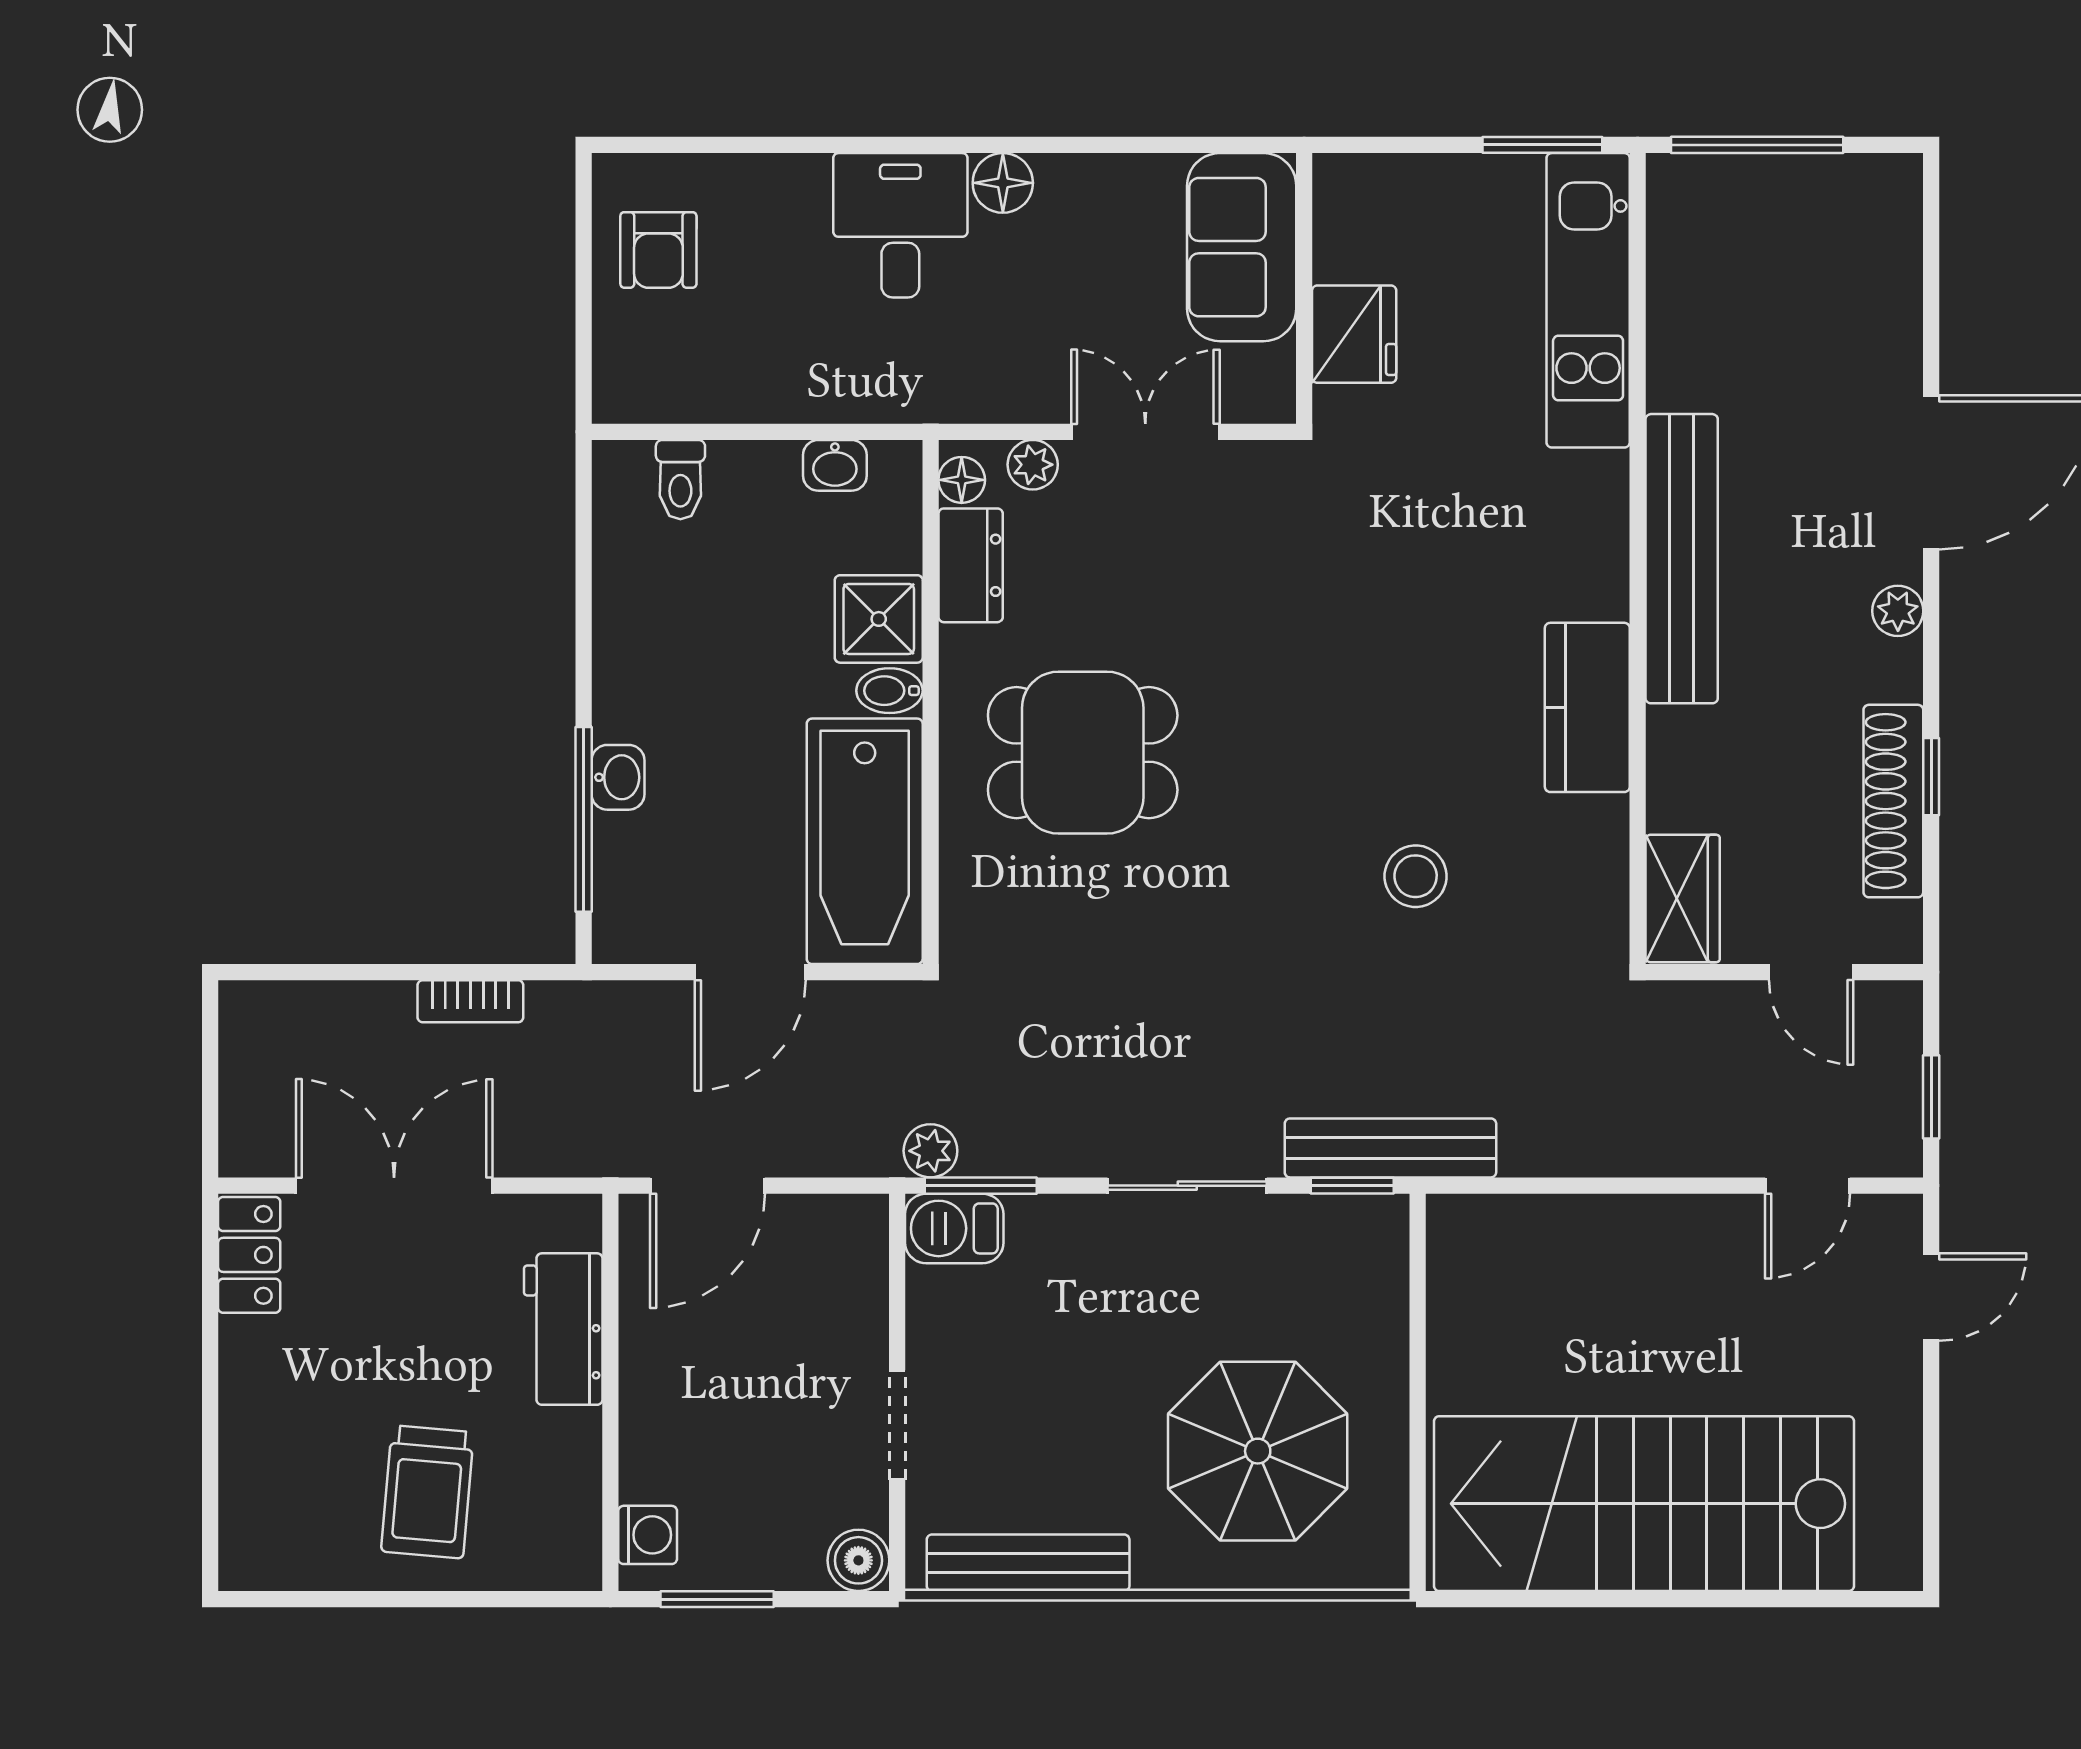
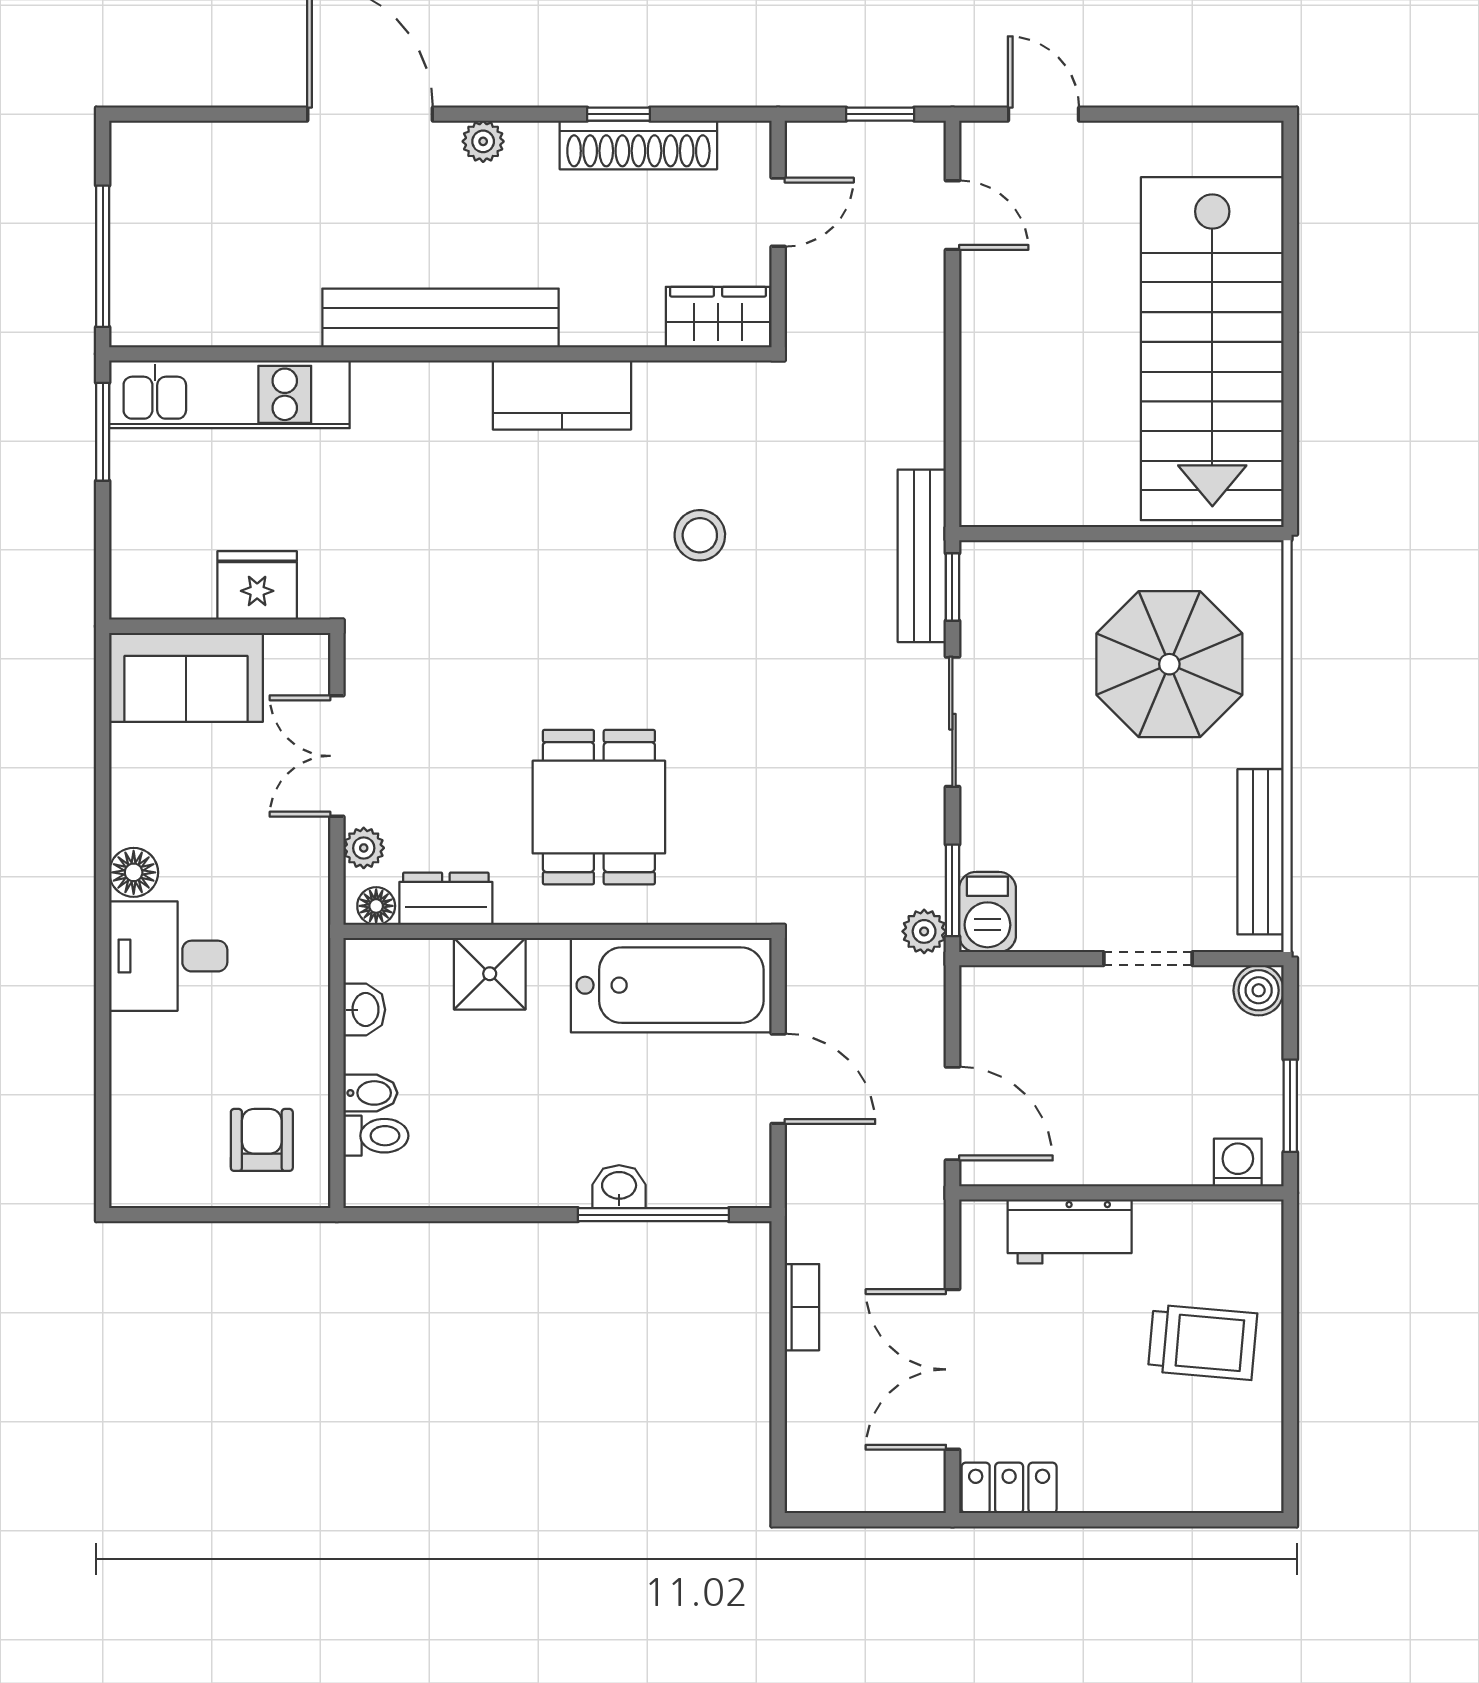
armchair: (658, 250) -> (262, 1140), moved, turned -90
bidet: (889, 691) -> (370, 1093), moved, turned -90

